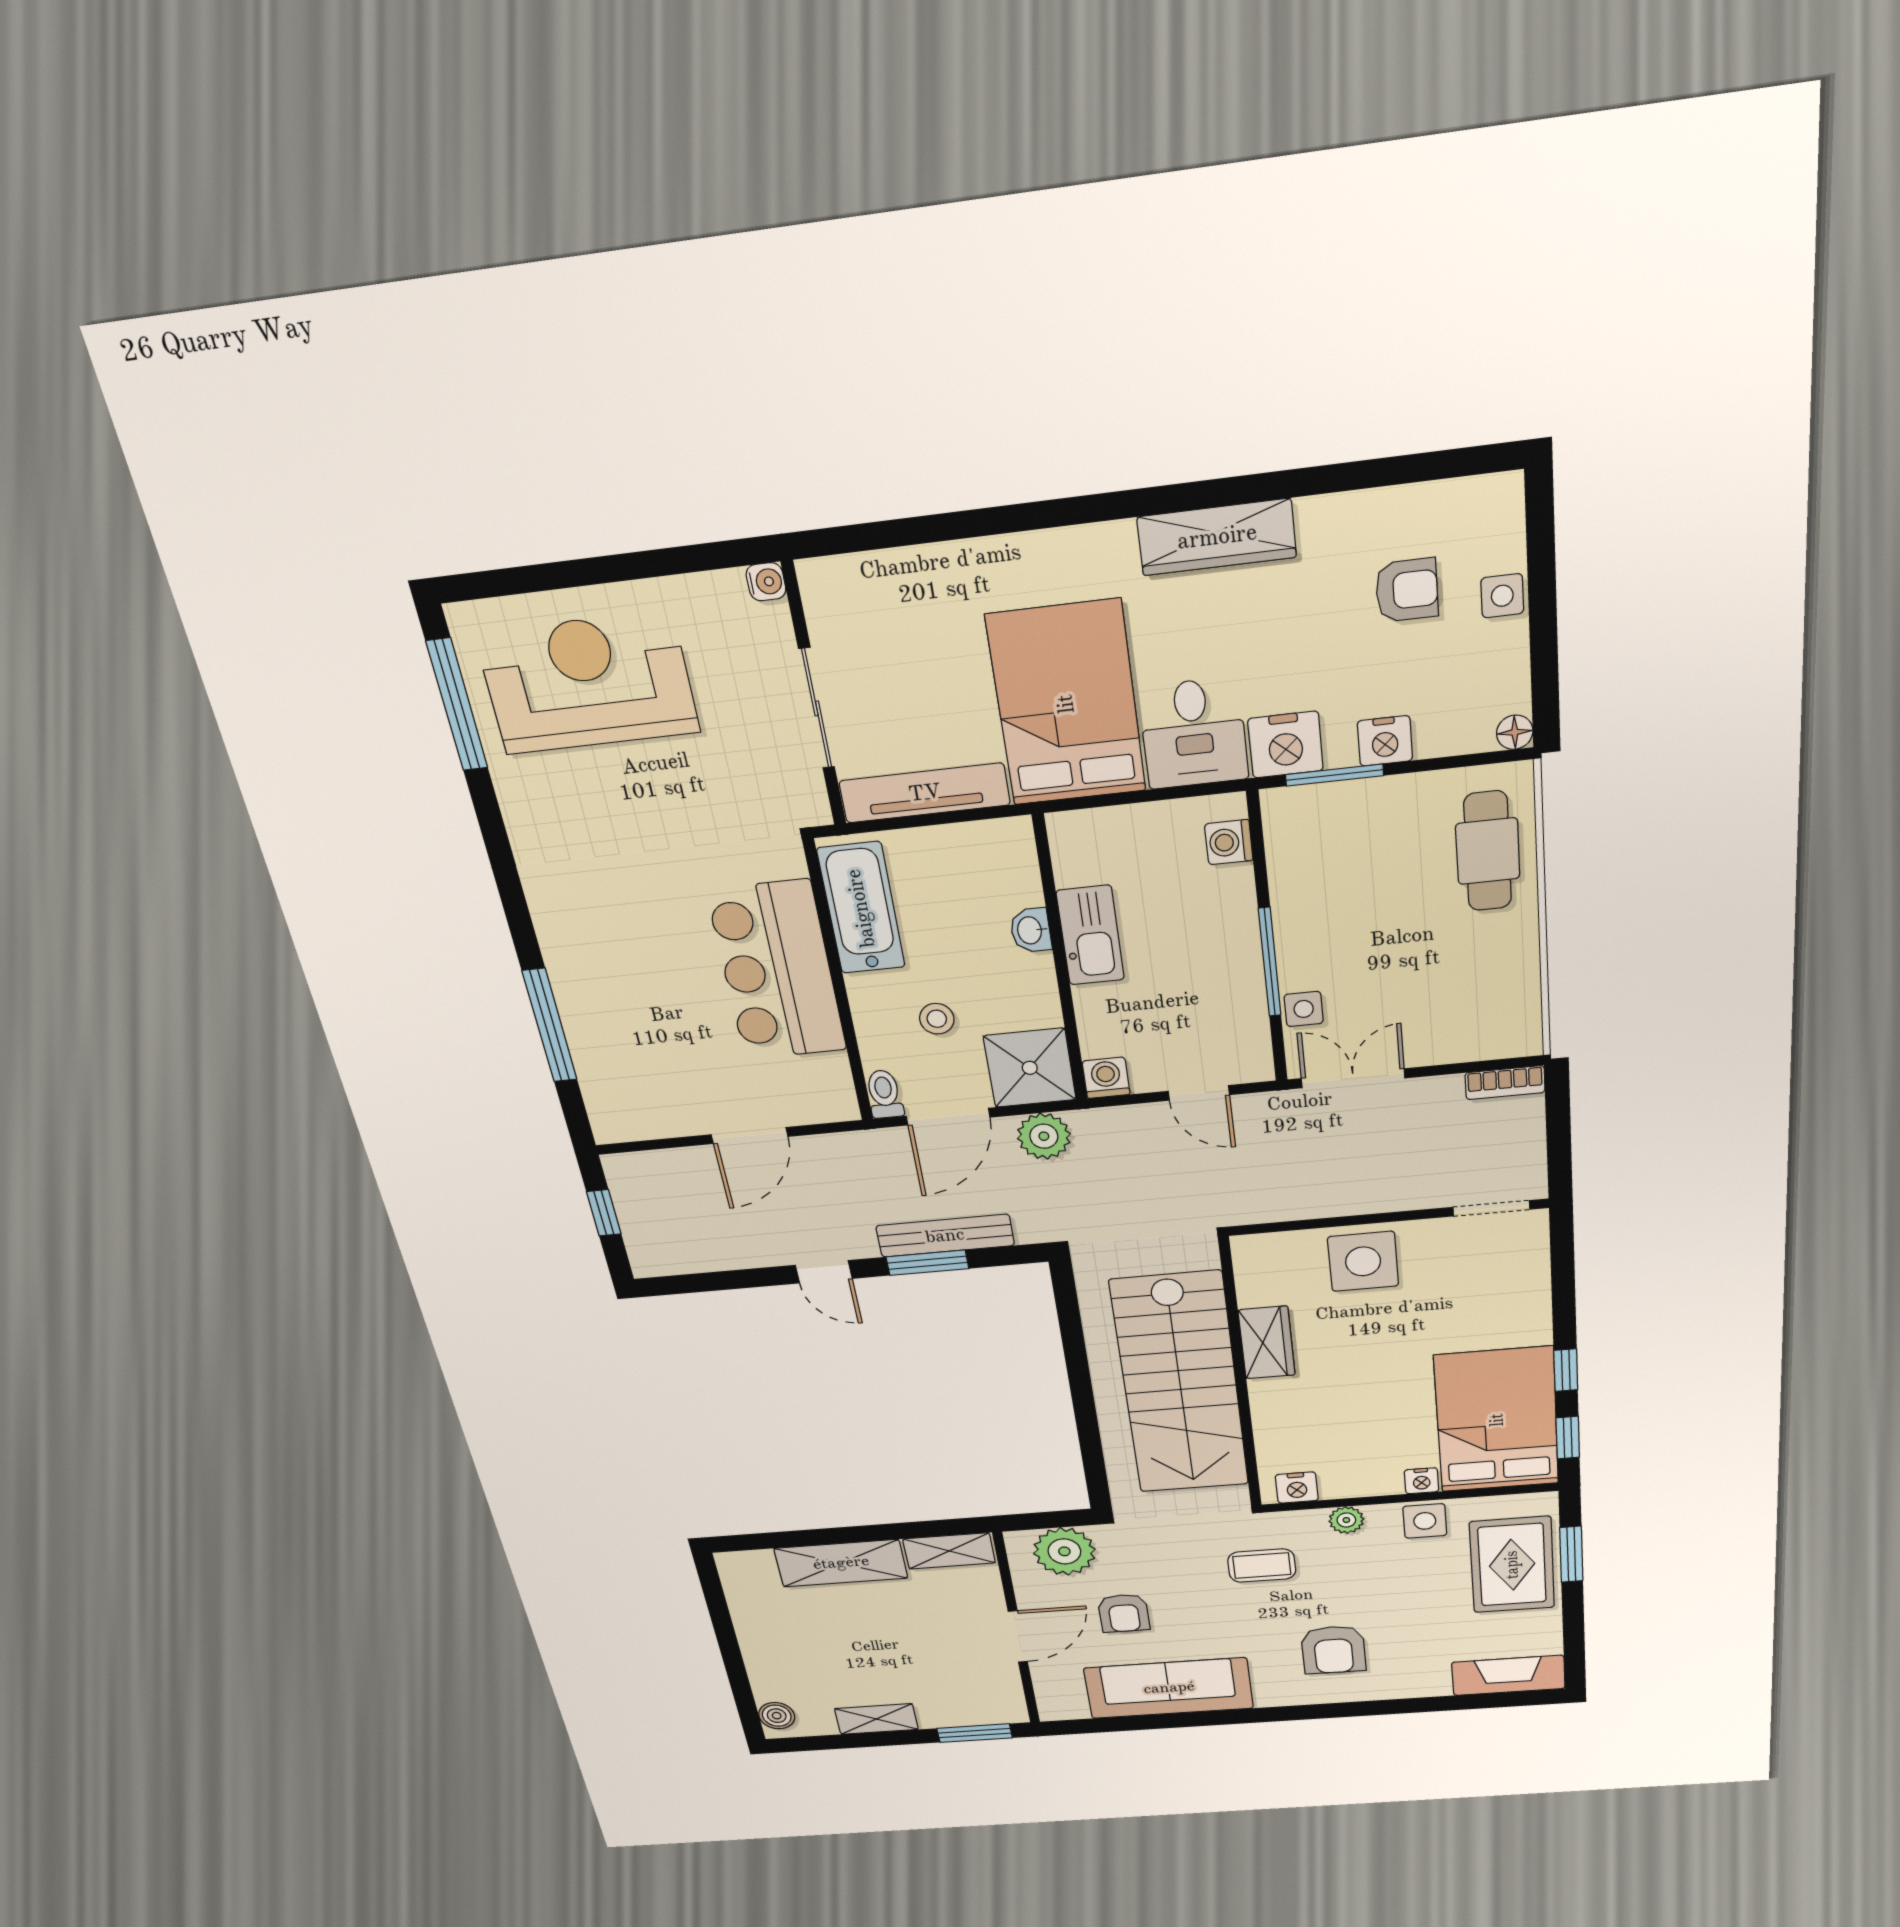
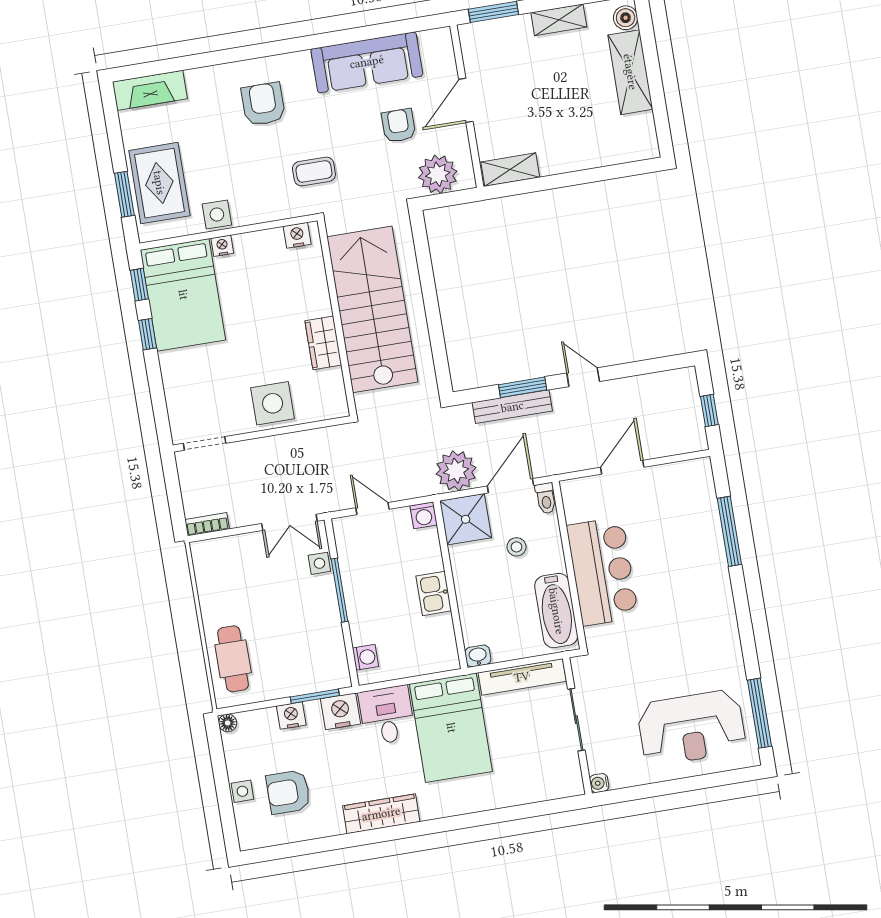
armchair: (1407, 590) -> (288, 792), width x1.38, depth x1.38
washbasin: (1031, 930) -> (478, 656), moved, turned -90
kitchen sink: (1090, 935) -> (434, 593), width x0.73
plant: (1044, 1136) -> (456, 471), width x1.36, depth x1.36
plant: (1346, 1520) -> (265, 212), removed
shelving: (841, 1563) -> (630, 72), moved, turned 90

